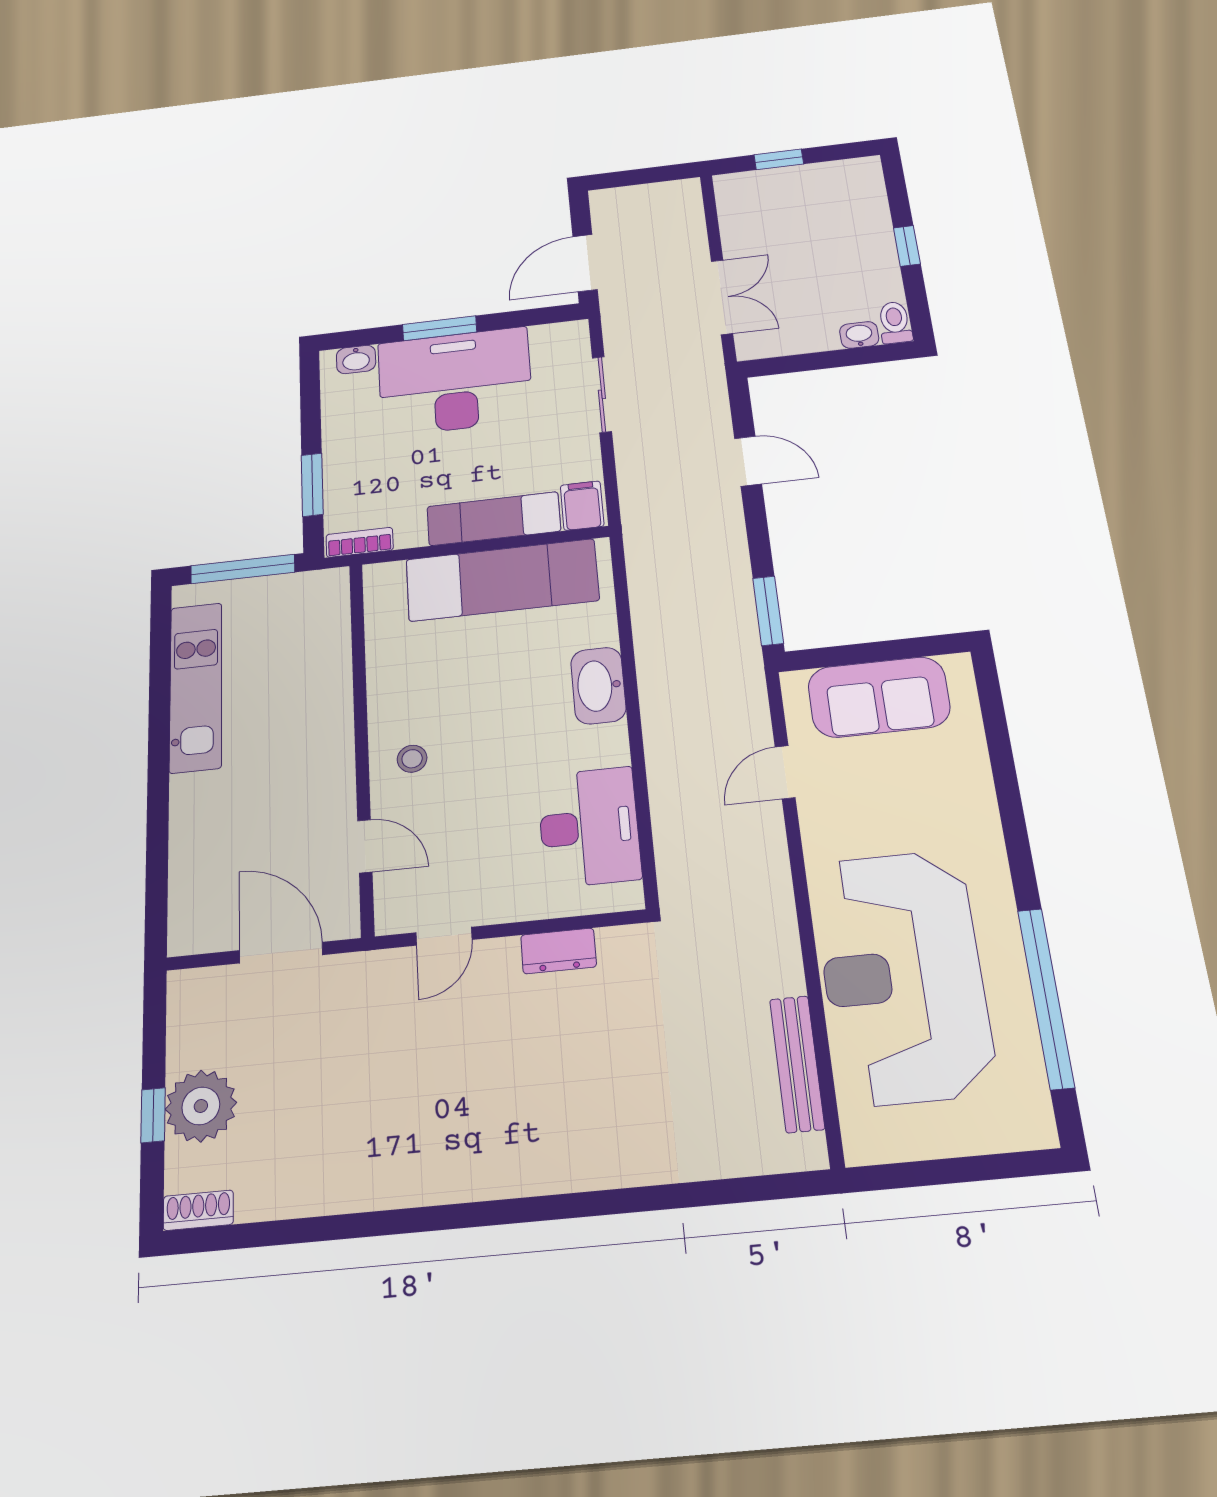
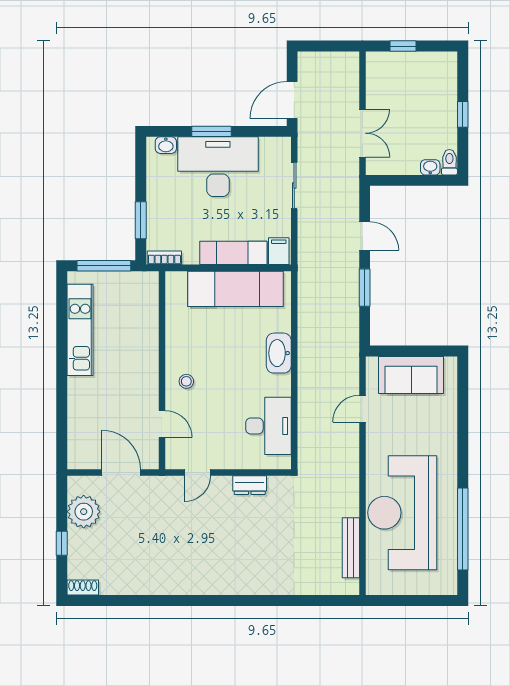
window: (768, 611) -> (365, 288), moved
plant: (201, 1106) -> (84, 512), moved

